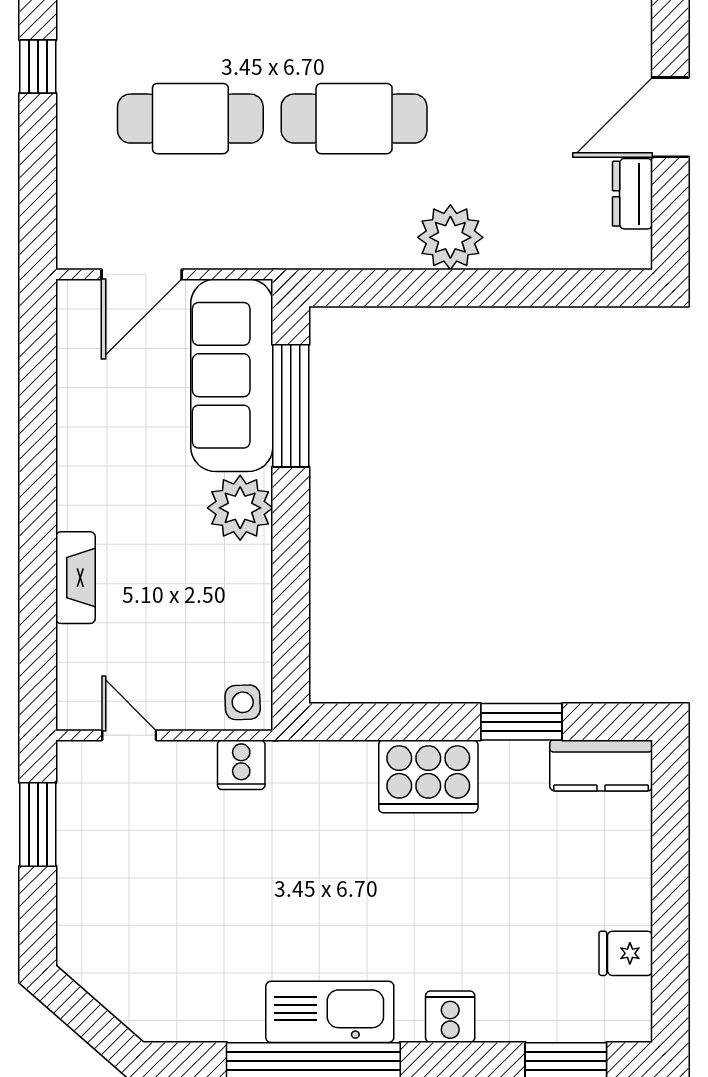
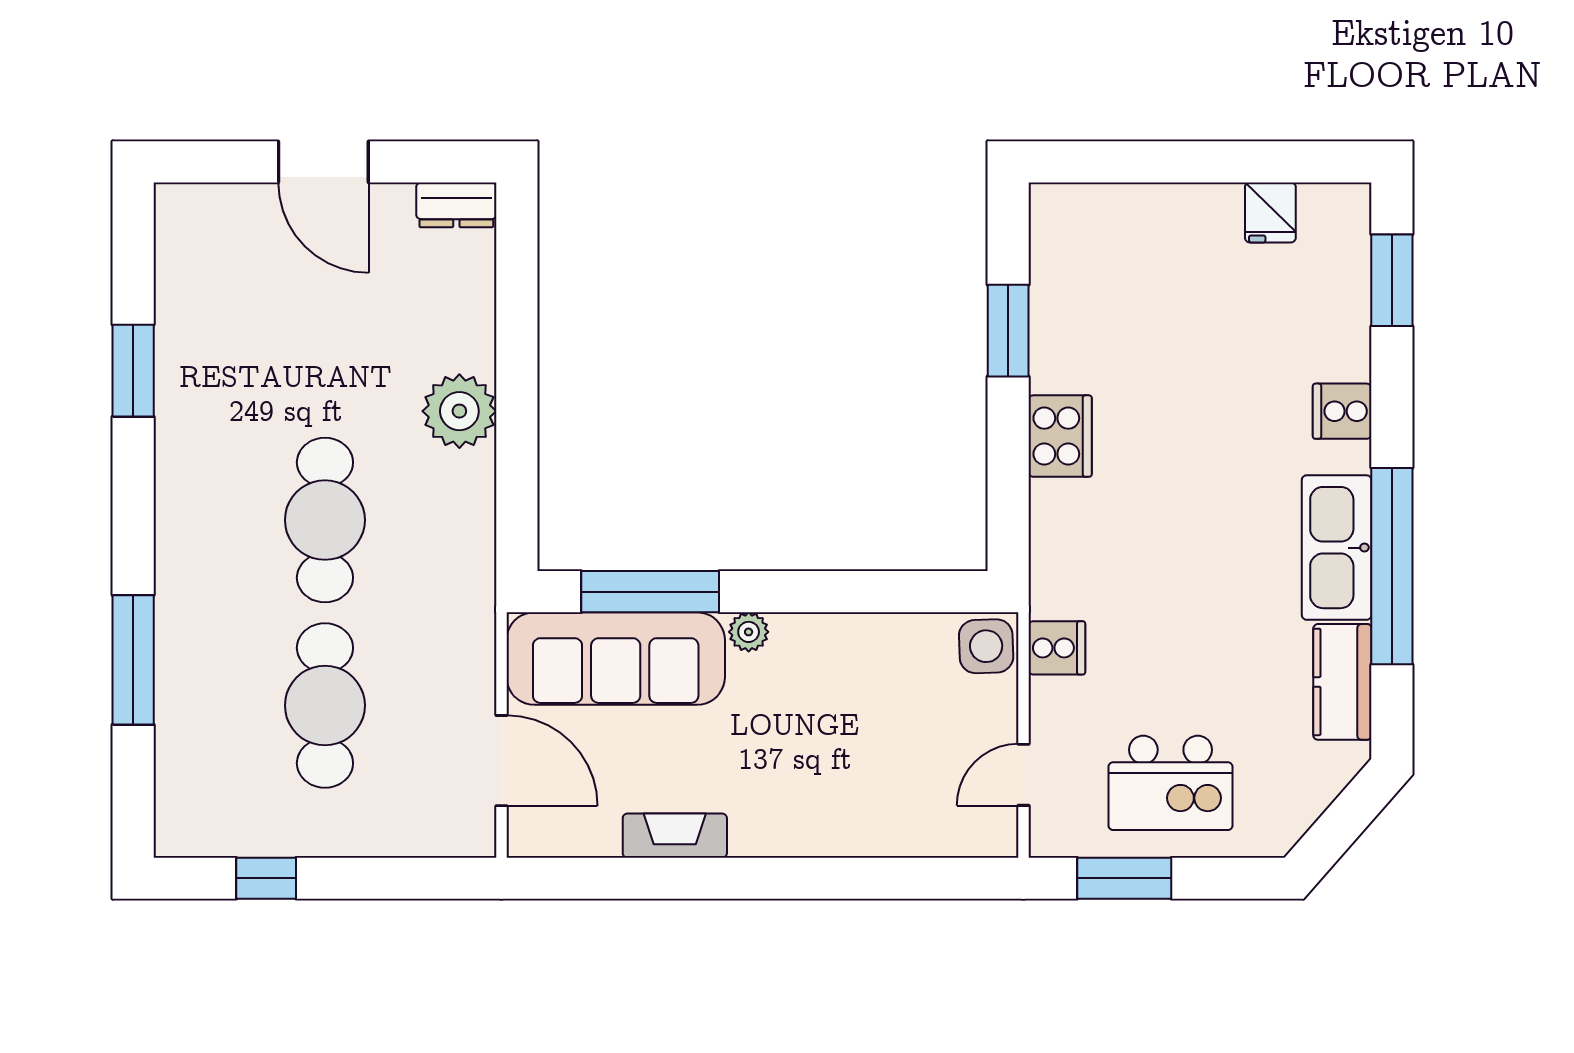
dresser: (632, 194) -> (456, 205), moved
plant: (240, 508) -> (749, 632), width x0.53, depth x0.53
fireplace: (75, 578) -> (675, 836), moved
side table: (243, 702) -> (986, 646), width x1.37, depth x1.37
kitchen counter: (601, 765) -> (1342, 682), moved, turned 180
cooker: (428, 776) -> (1060, 436), width x0.73, depth x0.76
kitchen island: (122, 865) -> (1171, 783), added

